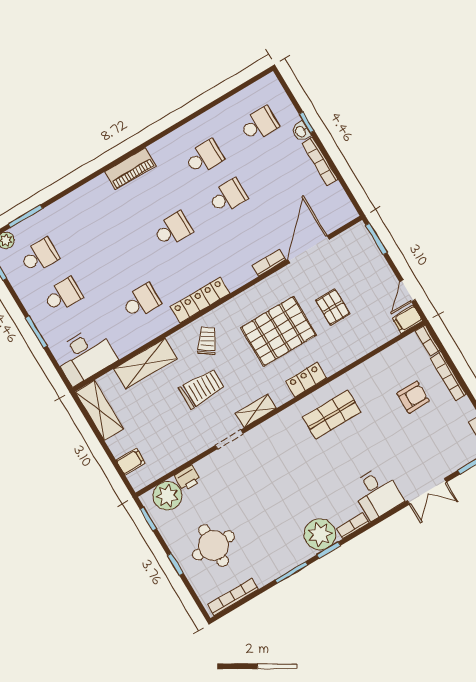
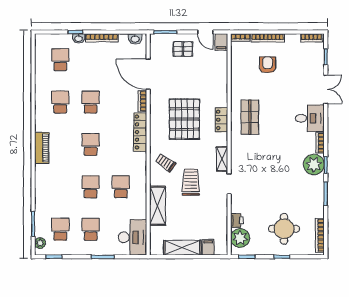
washbasin: (344, 205) -> (135, 39), added
school desk: (118, 262) -> (91, 187), added
locker: (200, 300) -> (140, 132), moved
pallet: (333, 307) -> (183, 49), moved
shelving: (99, 410) -> (182, 248), moved

